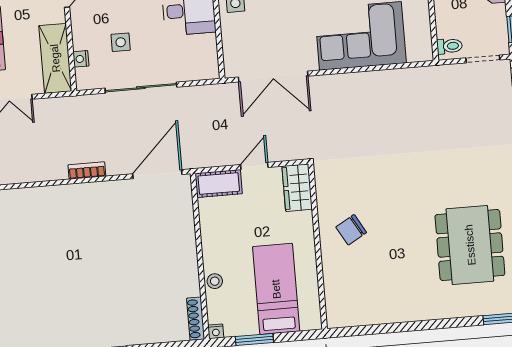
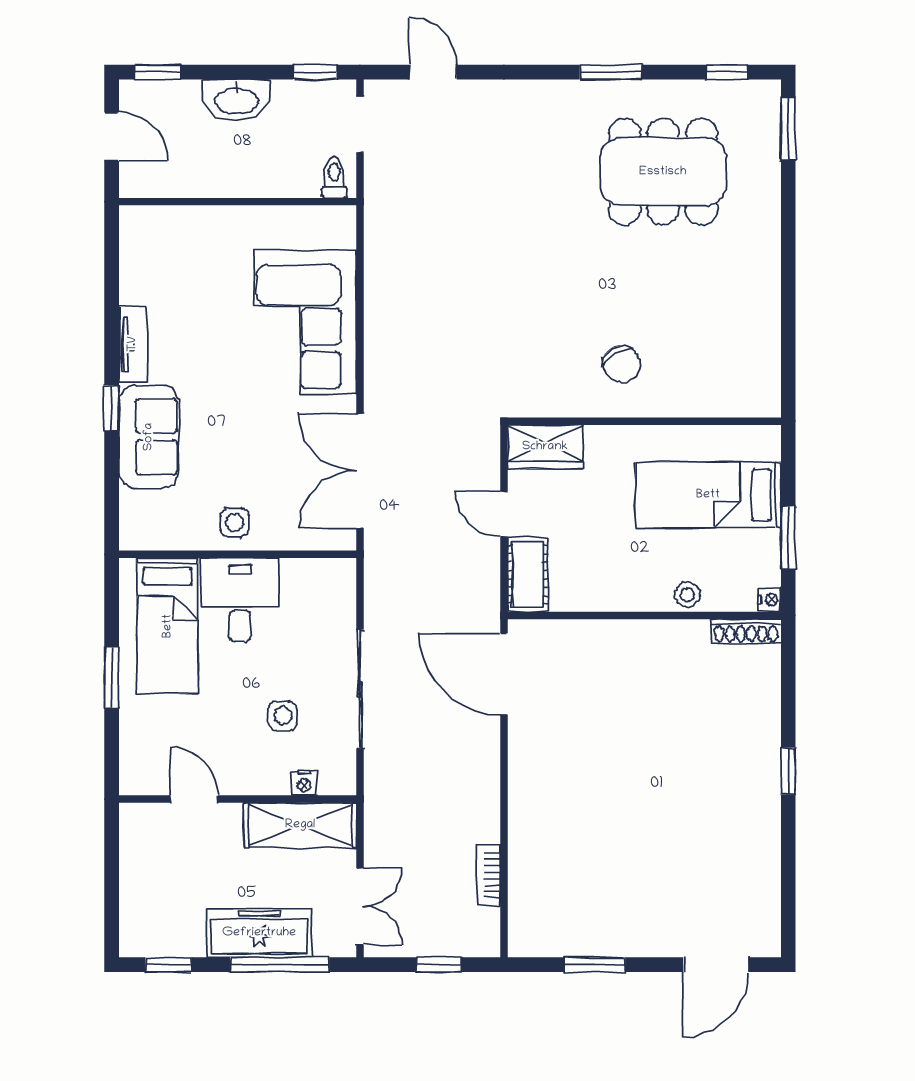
double door: (273, 77) -> (360, 471), swing flipped
bookcase: (87, 170) -> (488, 876), moved

